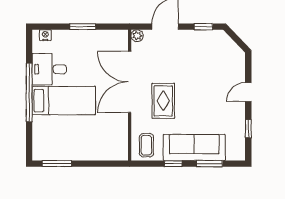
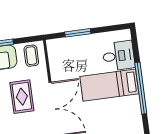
desk: (49, 69) -> (118, 56), moved
window: (57, 164) -> (78, 33), moved

